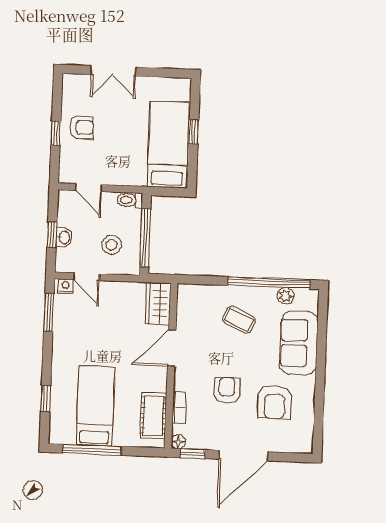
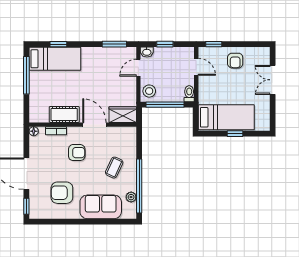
window: (56, 133) -> (214, 44), moved
door: (89, 188) -> (196, 67), swing flipped
washbasin: (64, 237) -> (147, 52), moved
stool: (112, 245) -> (149, 91), moved
nightstand: (66, 286) -> (132, 54), removed
armchair: (227, 390) -> (77, 153), moved
bed: (95, 406) -> (55, 59), moved
cot: (153, 416) -> (64, 114), moved
window: (193, 454) -> (26, 206), moved

